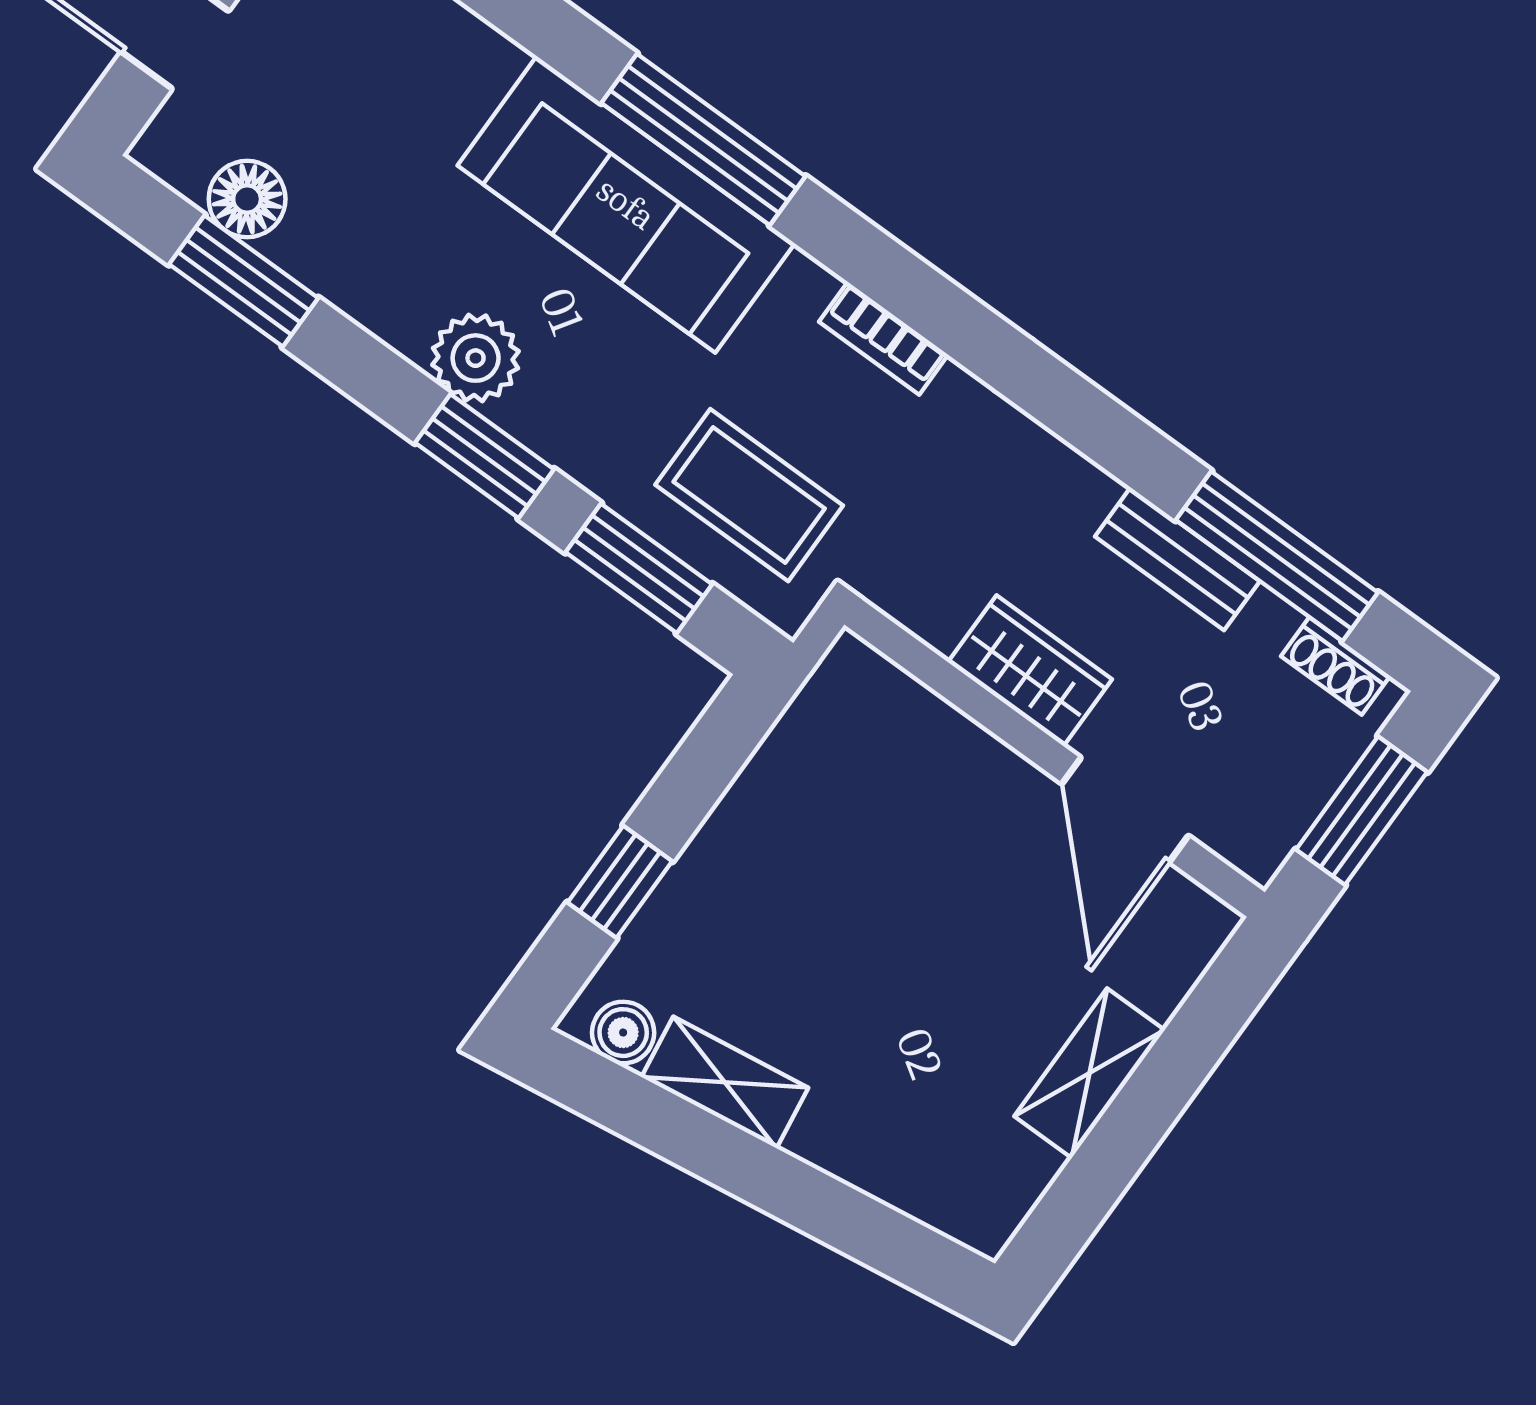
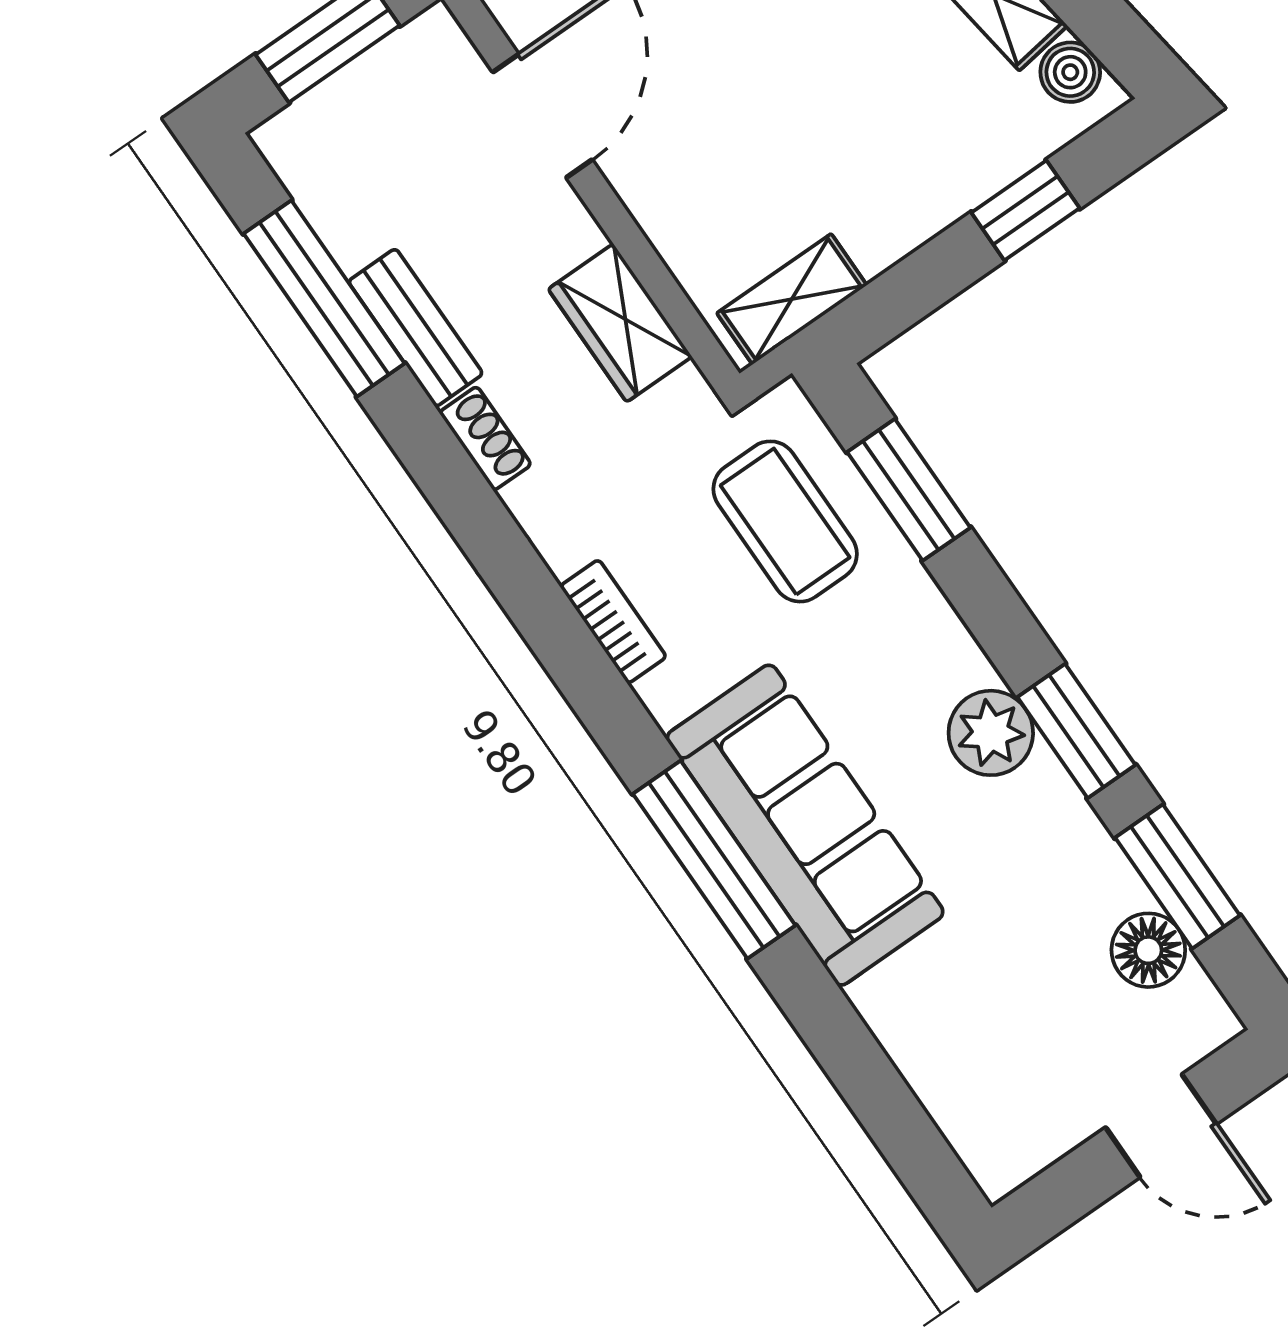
window: (484, 456) -> (1076, 731), moved
shoe rack: (1335, 666) -> (485, 438), moved
wardrobe: (1030, 671) -> (620, 323), moved
shelving: (818, 715) -> (792, 299), added

